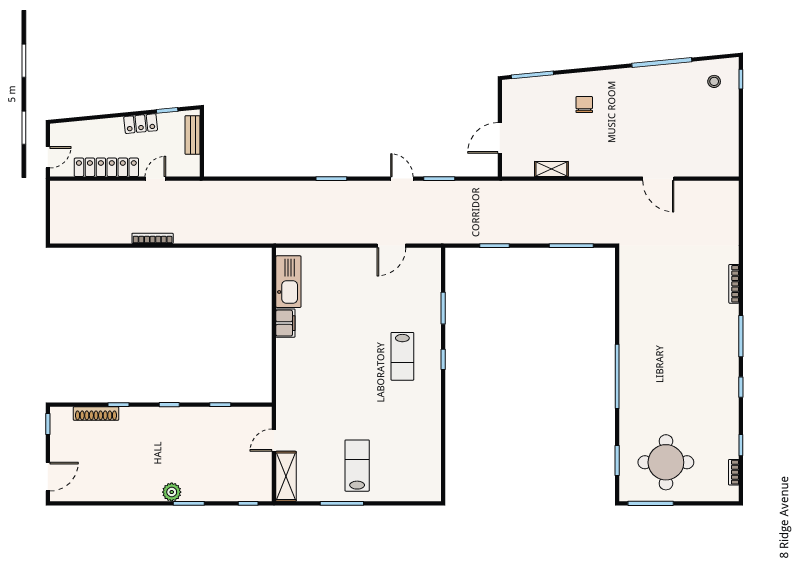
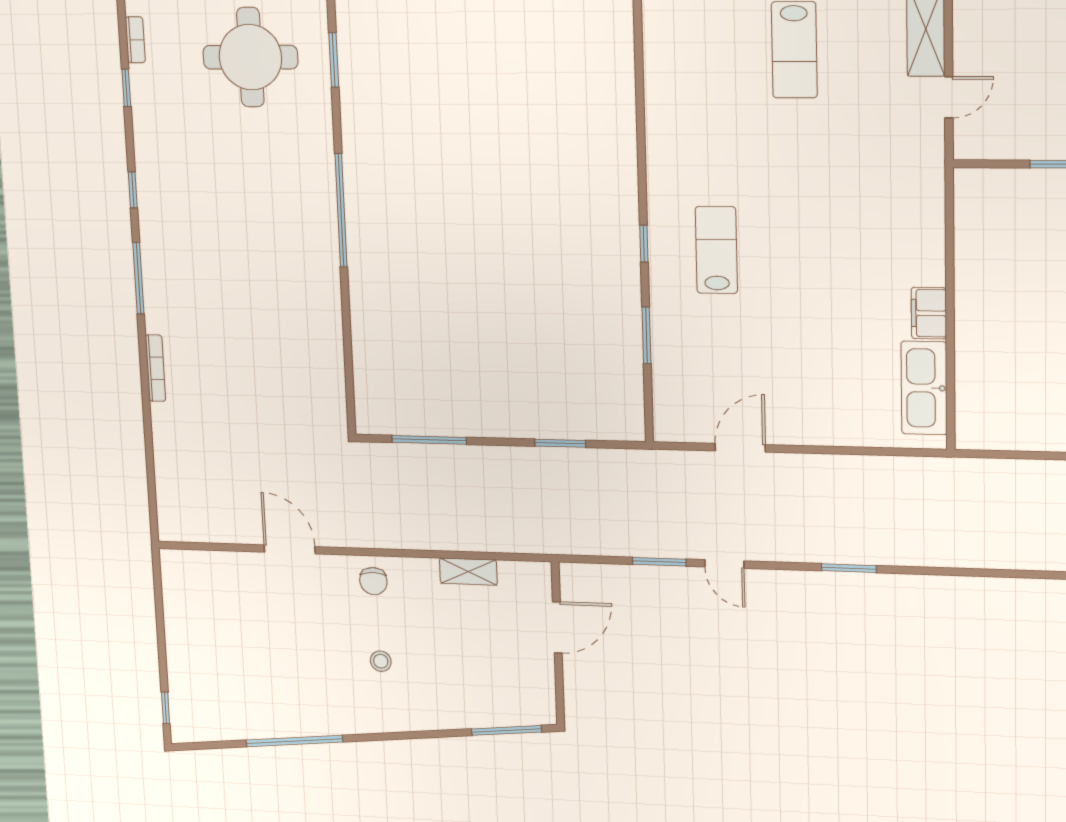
stool: (714, 81) -> (381, 661), moved
chair: (584, 105) -> (373, 581), moved

